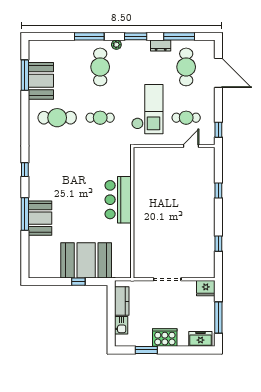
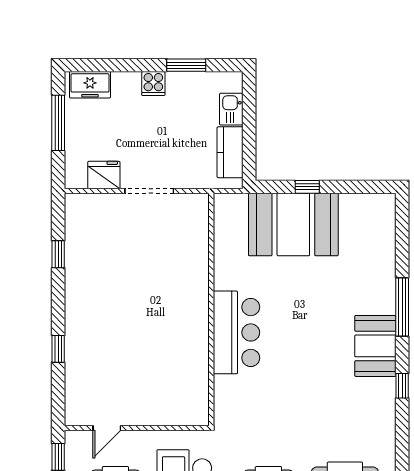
booth: (40, 218) -> (375, 346), moved
fridge: (206, 288) -> (104, 175), moved
cooker: (165, 338) -> (153, 84), width x0.53, depth x0.76

